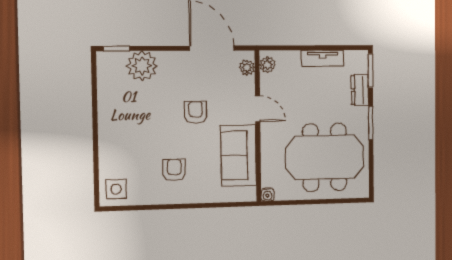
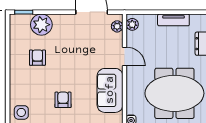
armchair: (196, 112) -> (37, 58), moved

